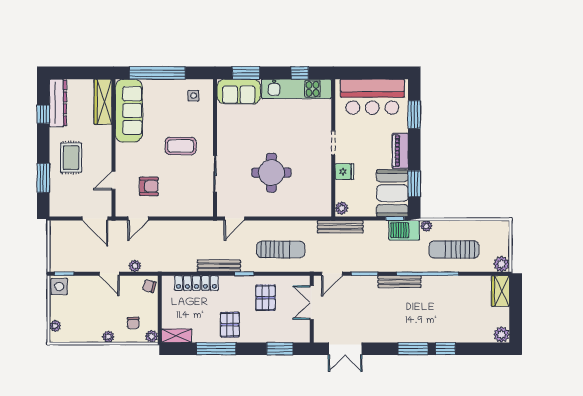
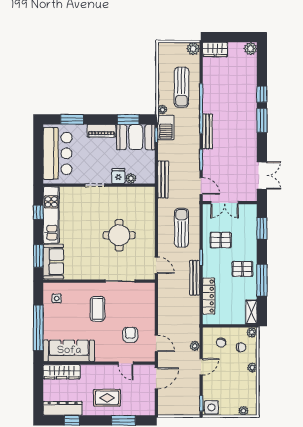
plant: (342, 208) -> (131, 178), moved
chair: (149, 286) -> (221, 343), moved

